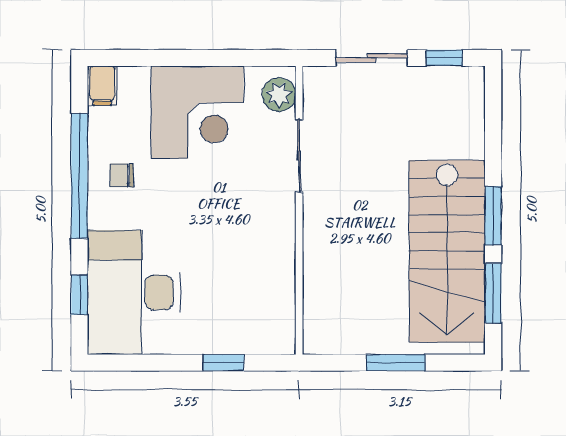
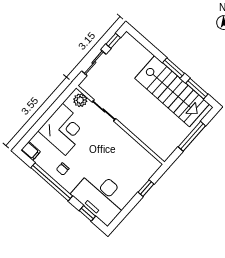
window: (396, 363) -> (192, 136), width x1.44

